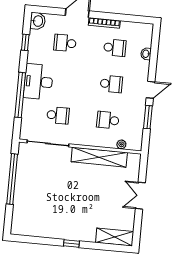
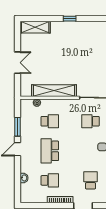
school desk: (65, 43) -> (90, 180), turned -90
school desk: (115, 48) -> (50, 180), turned 180
school desk: (111, 84) -> (50, 151), width x1.85

